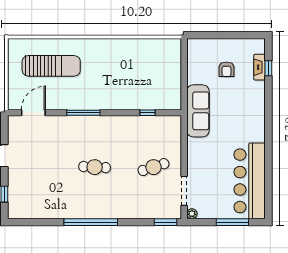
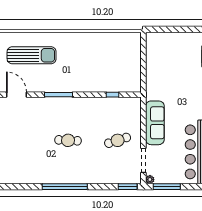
armchair: (226, 69) -> (179, 58), removed
sofa: (198, 111) -> (155, 123), moved
door: (33, 113) -> (17, 95), hinge flipped
window: (232, 222) -> (167, 187), moved

